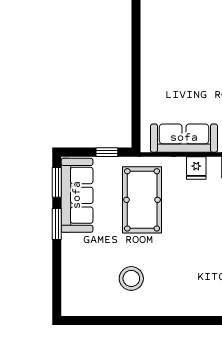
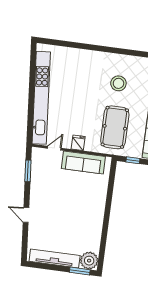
stool: (131, 278) -> (118, 83), moved

